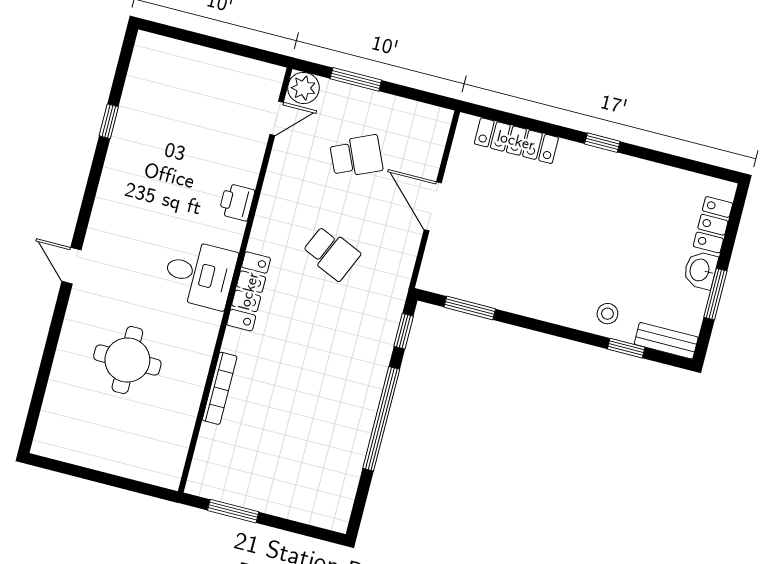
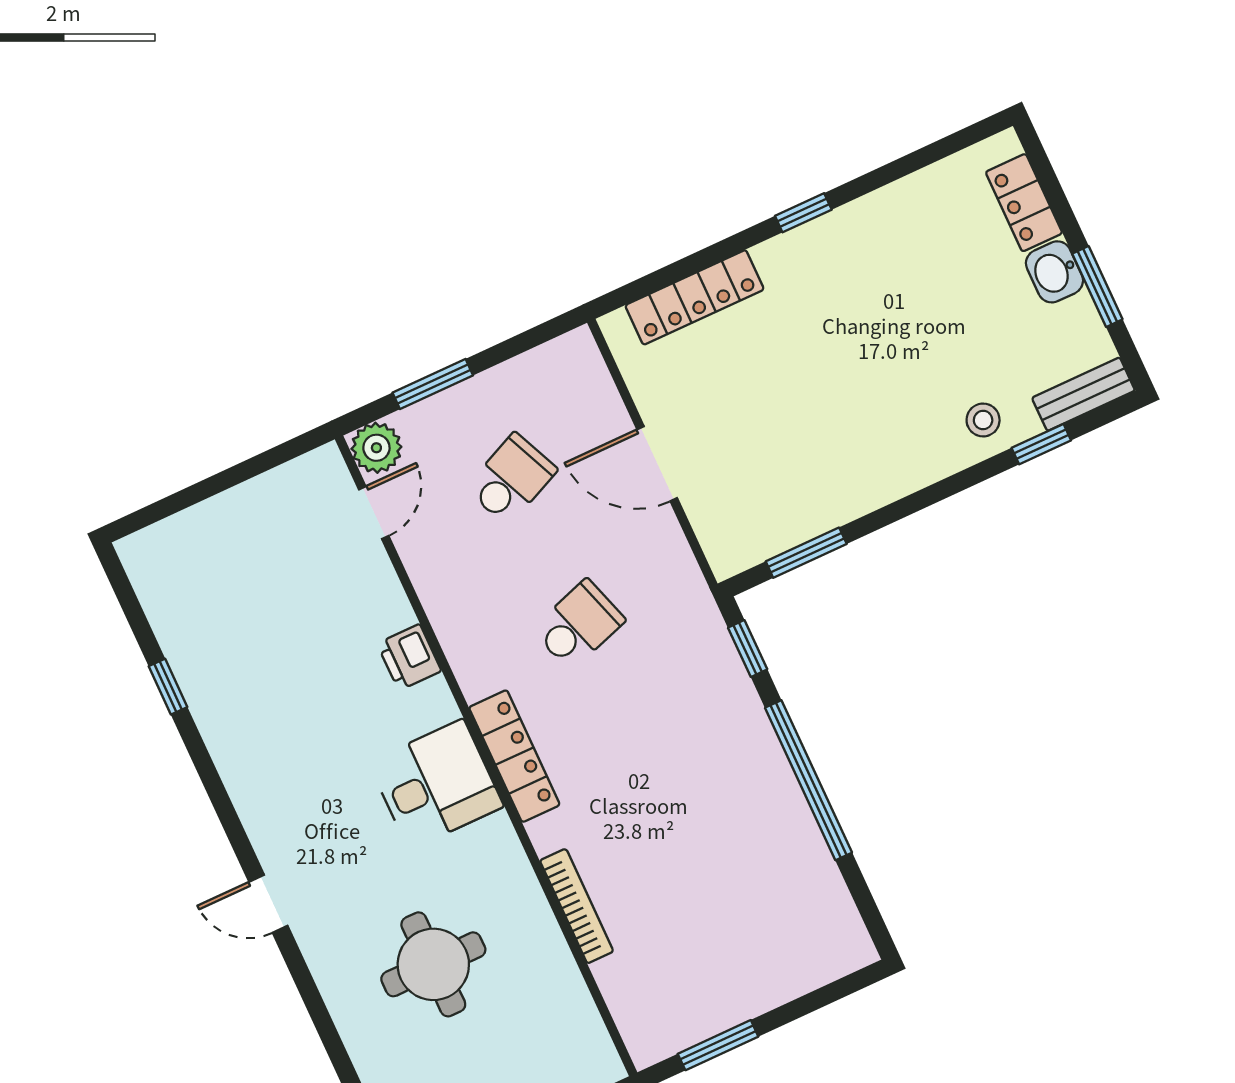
school desk: (331, 253) -> (579, 625), turned -42

